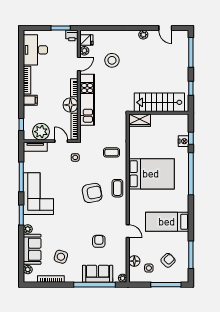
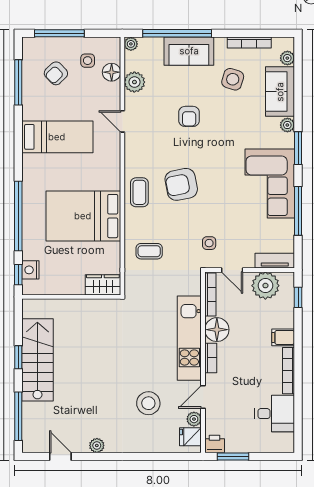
desk: (35, 50) -> (275, 414), width x0.73
stairs: (159, 102) -> (37, 360), moved, turned -90
wall: (159, 113) -> (71, 297), moved
wardrobe: (140, 120) -> (103, 285), moved
armchair: (99, 241) -> (189, 116), moved
plant: (120, 255) -> (134, 82), added
sofa: (98, 274) -> (189, 51), moved

